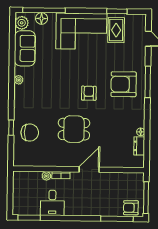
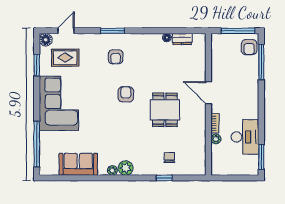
floor lamp: (42, 18) -> (46, 40), moved
plant: (22, 23) -> (126, 168), moved
rug: (116, 30) -> (65, 58), moved
window: (148, 82) -> (113, 31), width x0.69
armchair: (124, 84) -> (116, 57), width x0.53, depth x0.53
armchair: (89, 93) -> (126, 94), turned 90
chair: (30, 133) -> (169, 158), width x0.54, depth x0.54
desk: (52, 203) -> (245, 137), width x1.37

